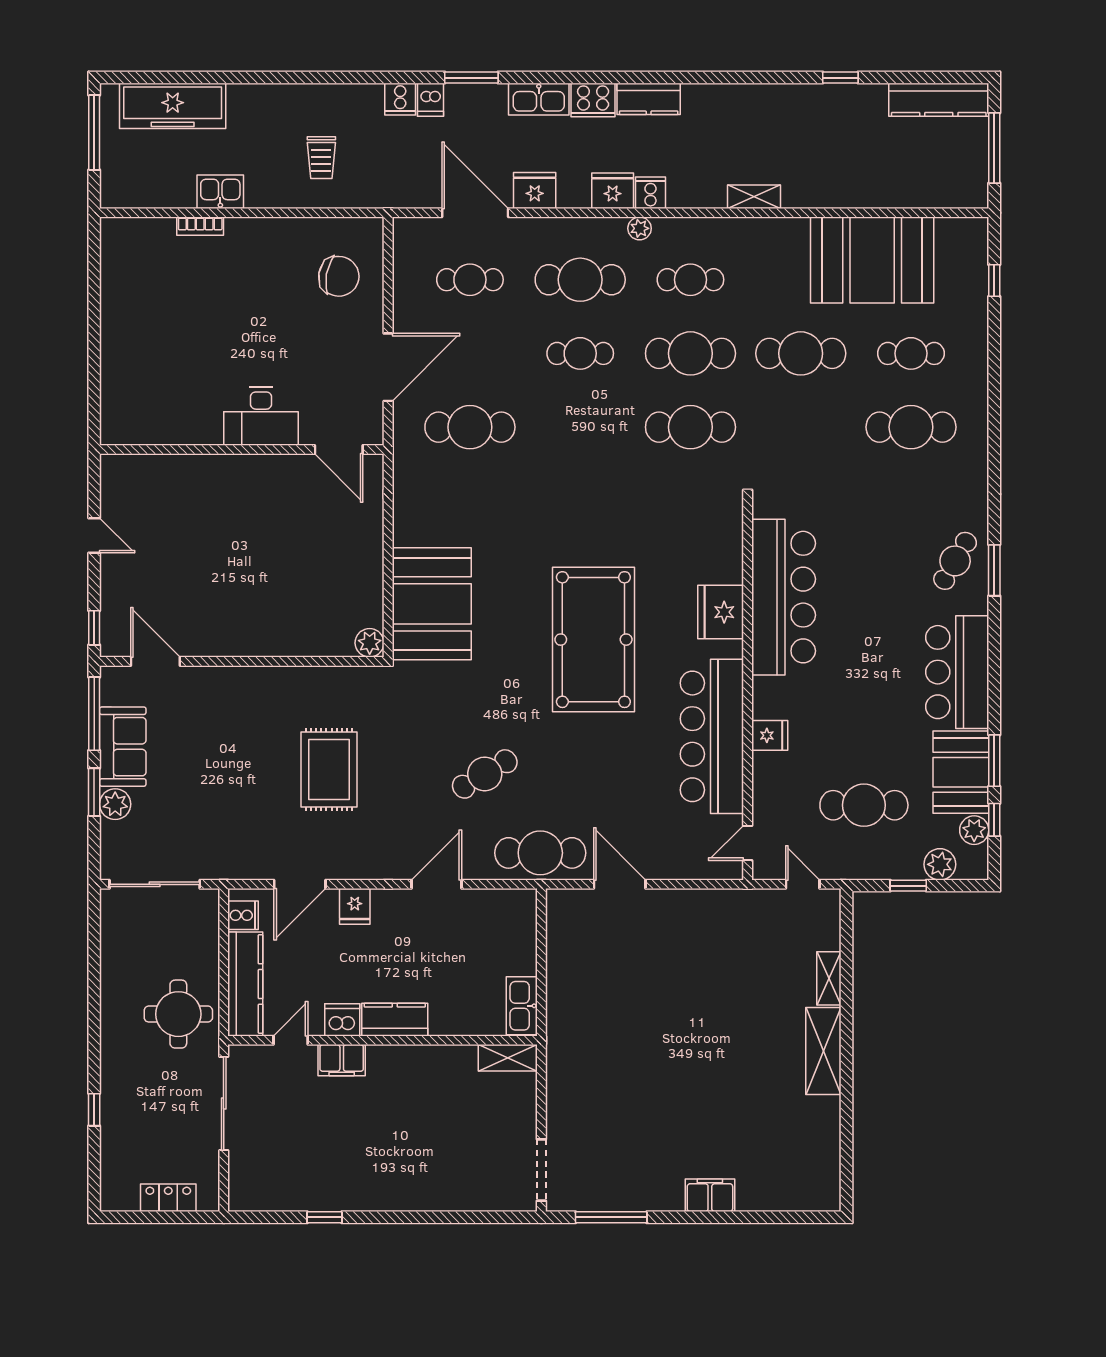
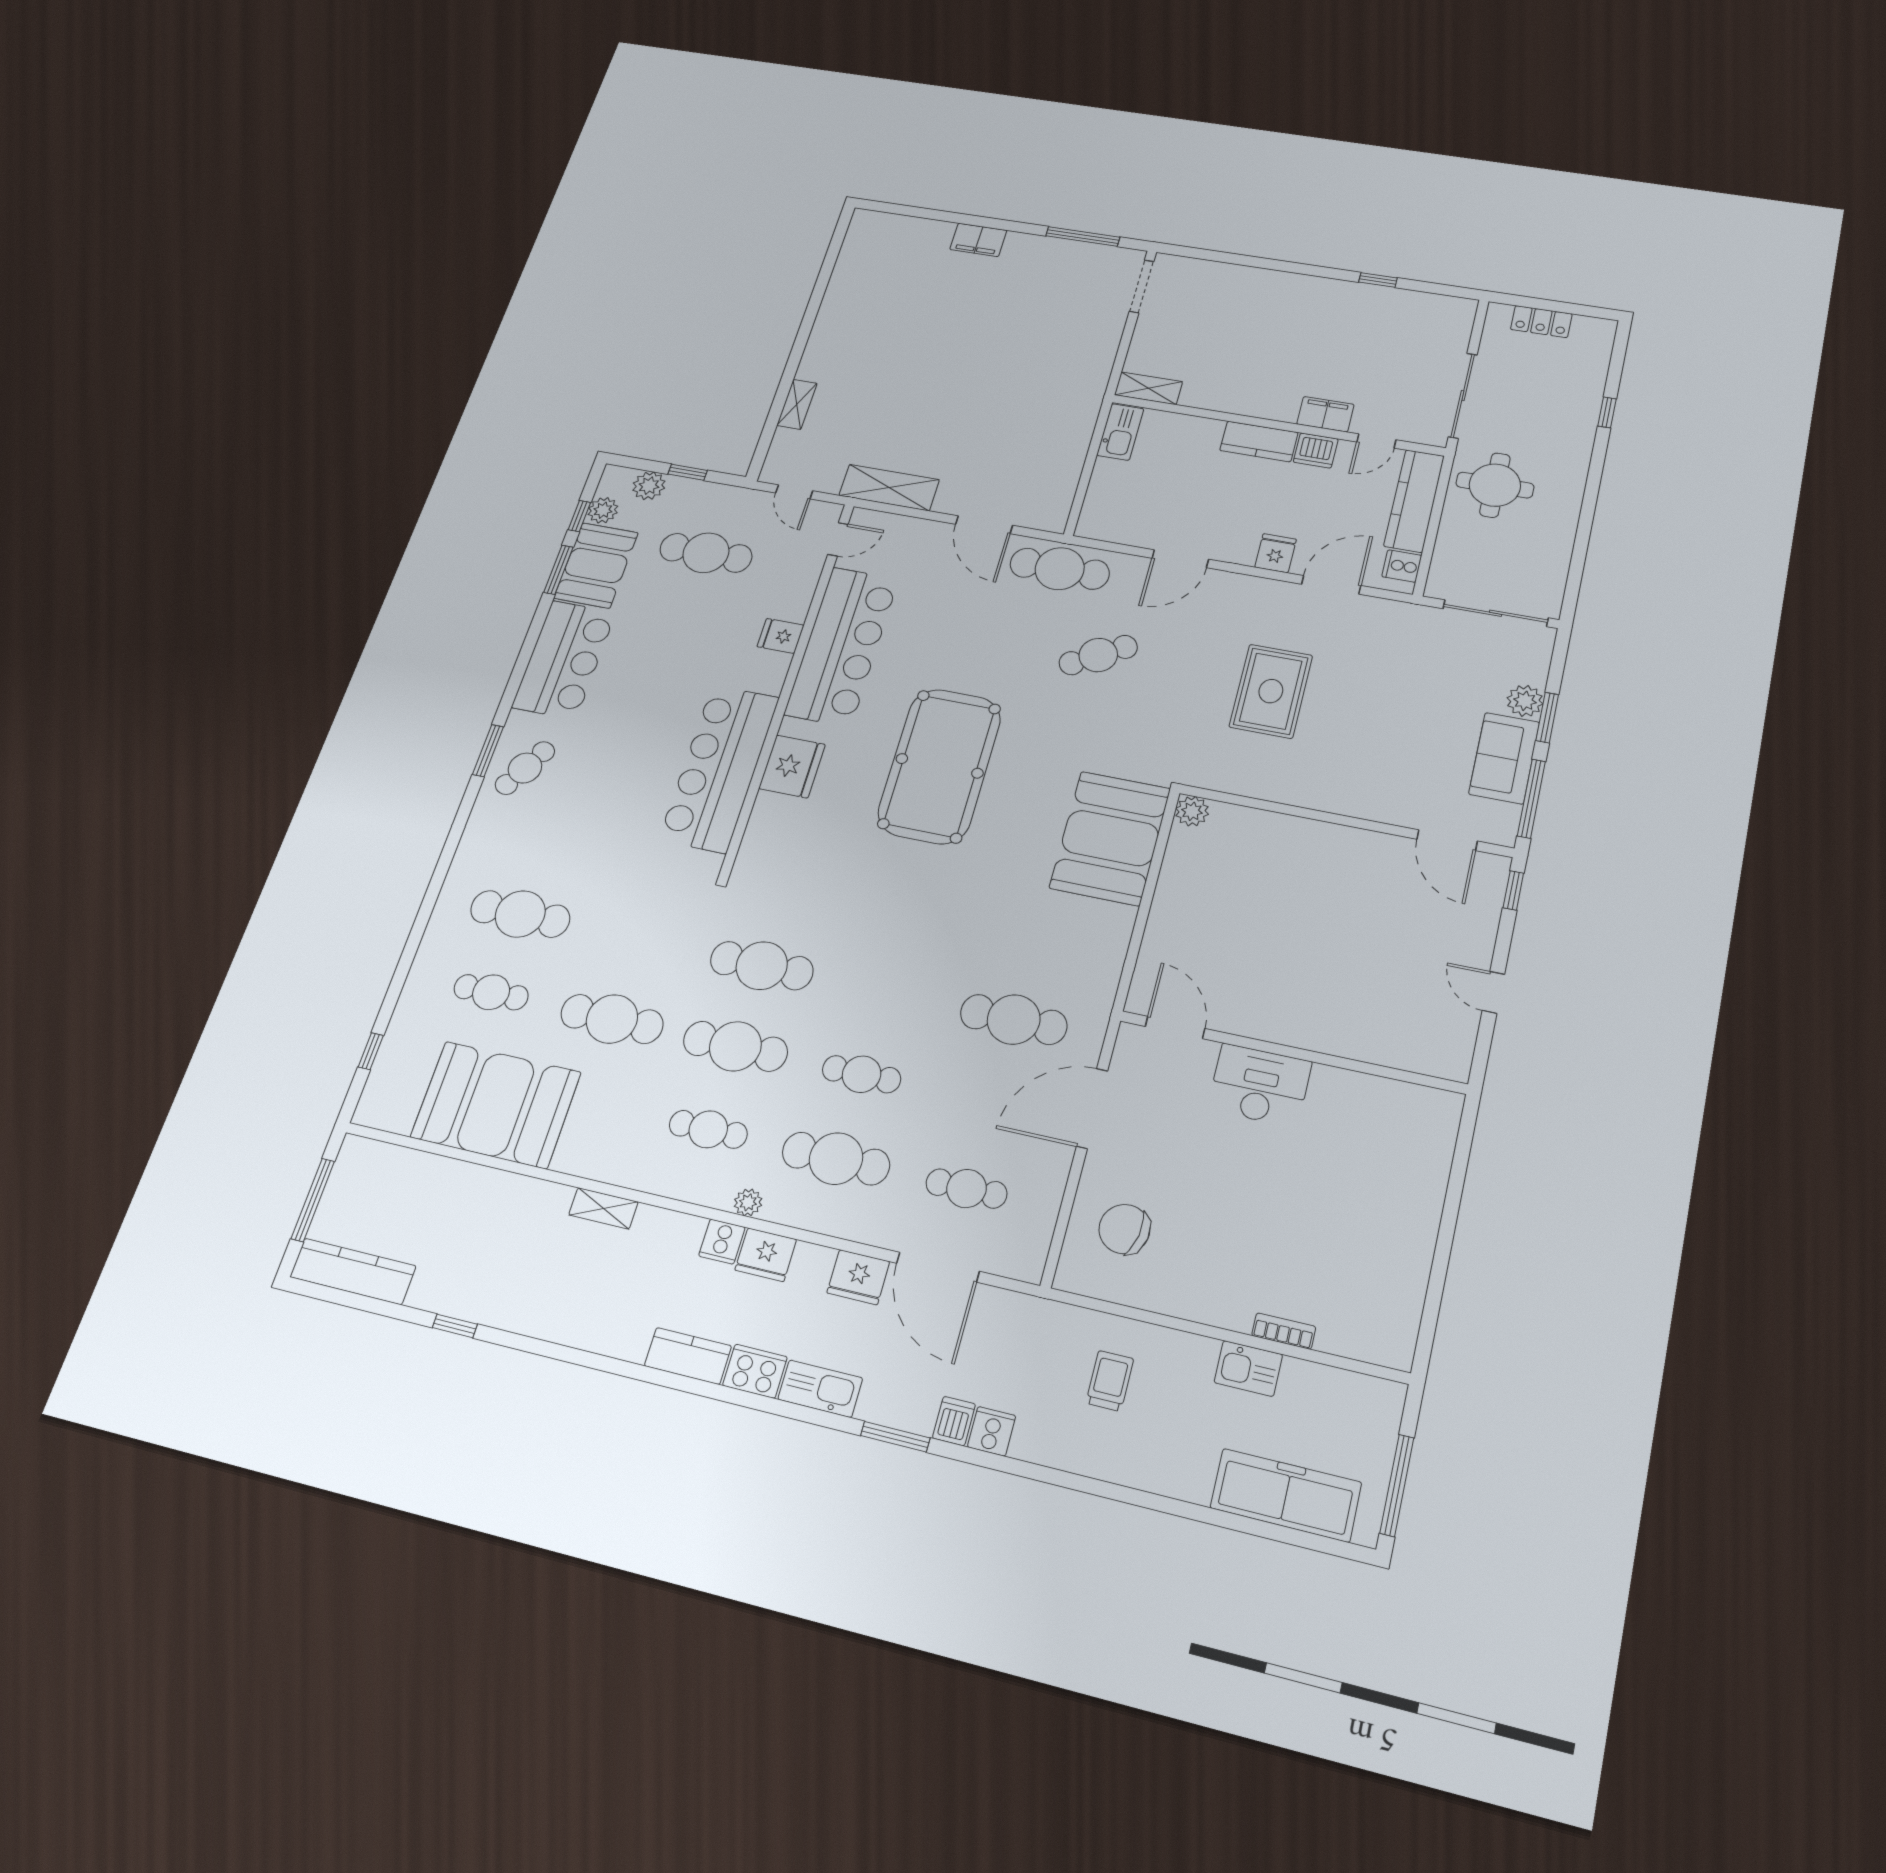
shelving: (823, 1051) -> (889, 488), moved, turned 90

